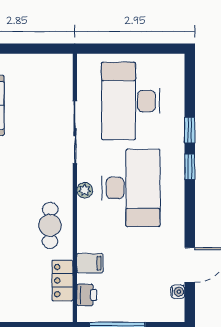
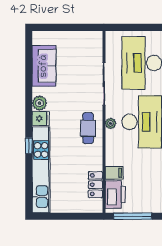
cafe table: (50, 225) -> (88, 128), moved
printer: (87, 295) -> (115, 194), width x1.87, depth x1.48

